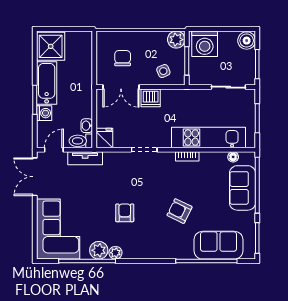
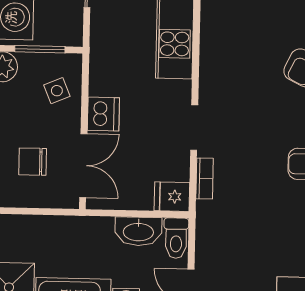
washbasin: (87, 126) -> (138, 231), width x1.91, depth x1.45
bookcase: (187, 156) -> (205, 178), moved
tv unit: (85, 158) -> (207, 231), removed

